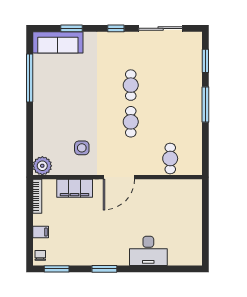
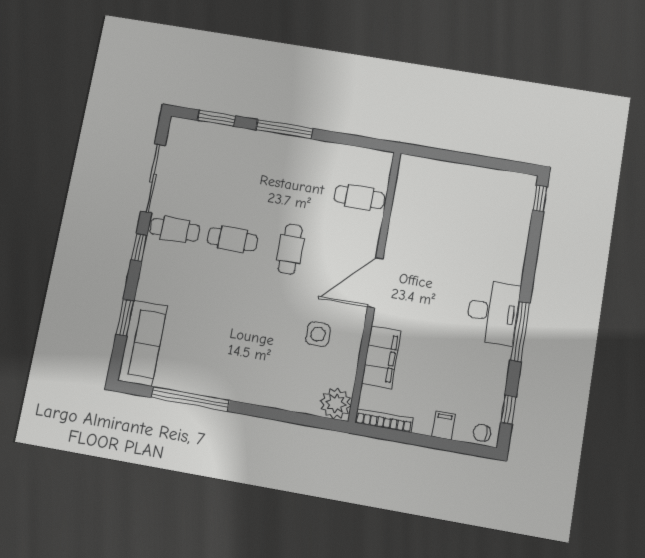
cafe table: (131, 48) -> (175, 230), added
cafe table: (131, 122) -> (290, 249), turned 90
door: (119, 177) -> (375, 283), swing flipped
desk: (148, 251) -> (493, 312), moved
window: (57, 269) -> (508, 410), width x0.67
window: (104, 269) -> (520, 332), width x1.44
window: (188, 269) -> (540, 199), added

